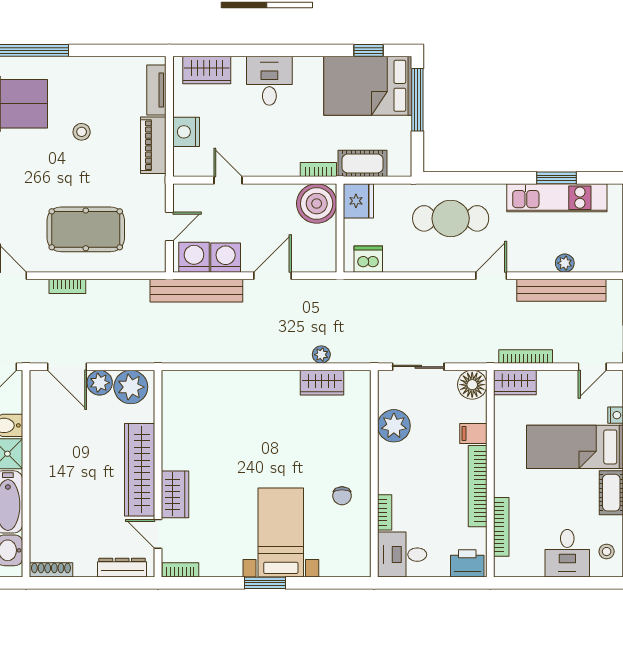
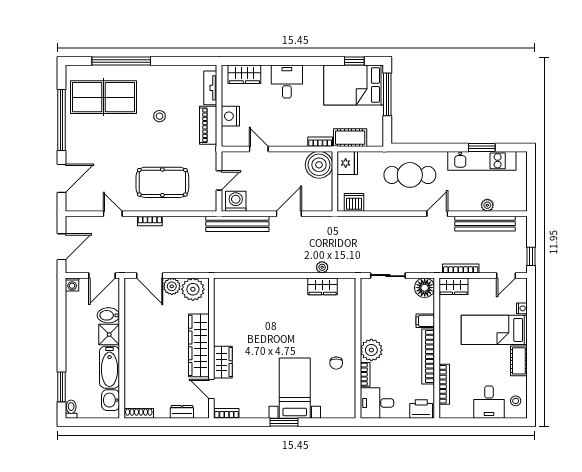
washing machine: (226, 258) -> (257, 201), removed
plant: (394, 426) -> (371, 350), moved
dresser: (122, 568) -> (182, 412), width x0.70

